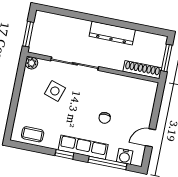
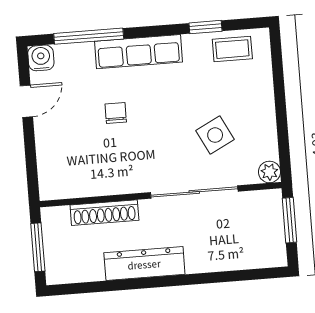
shoe rack: (142, 70) -> (104, 213), moved
side table: (55, 91) -> (215, 135), turned 45
window: (64, 154) -> (206, 27), moved
water cooler: (125, 156) -> (41, 58), moved

